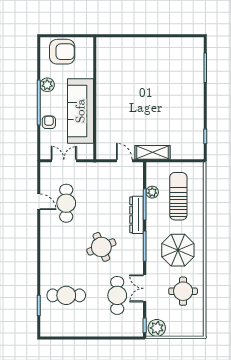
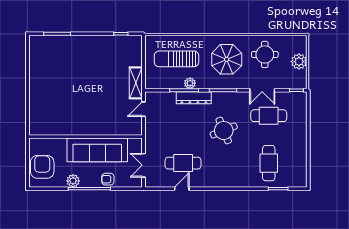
plant: (152, 192) -> (190, 83), moved
plant: (157, 328) -> (299, 62), moved

